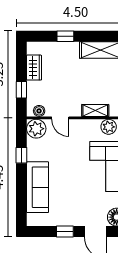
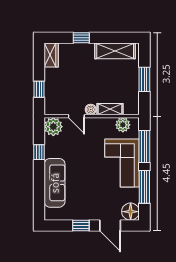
wardrobe: (34, 68) -> (51, 55), moved
boiler: (39, 111) -> (91, 110), moved

